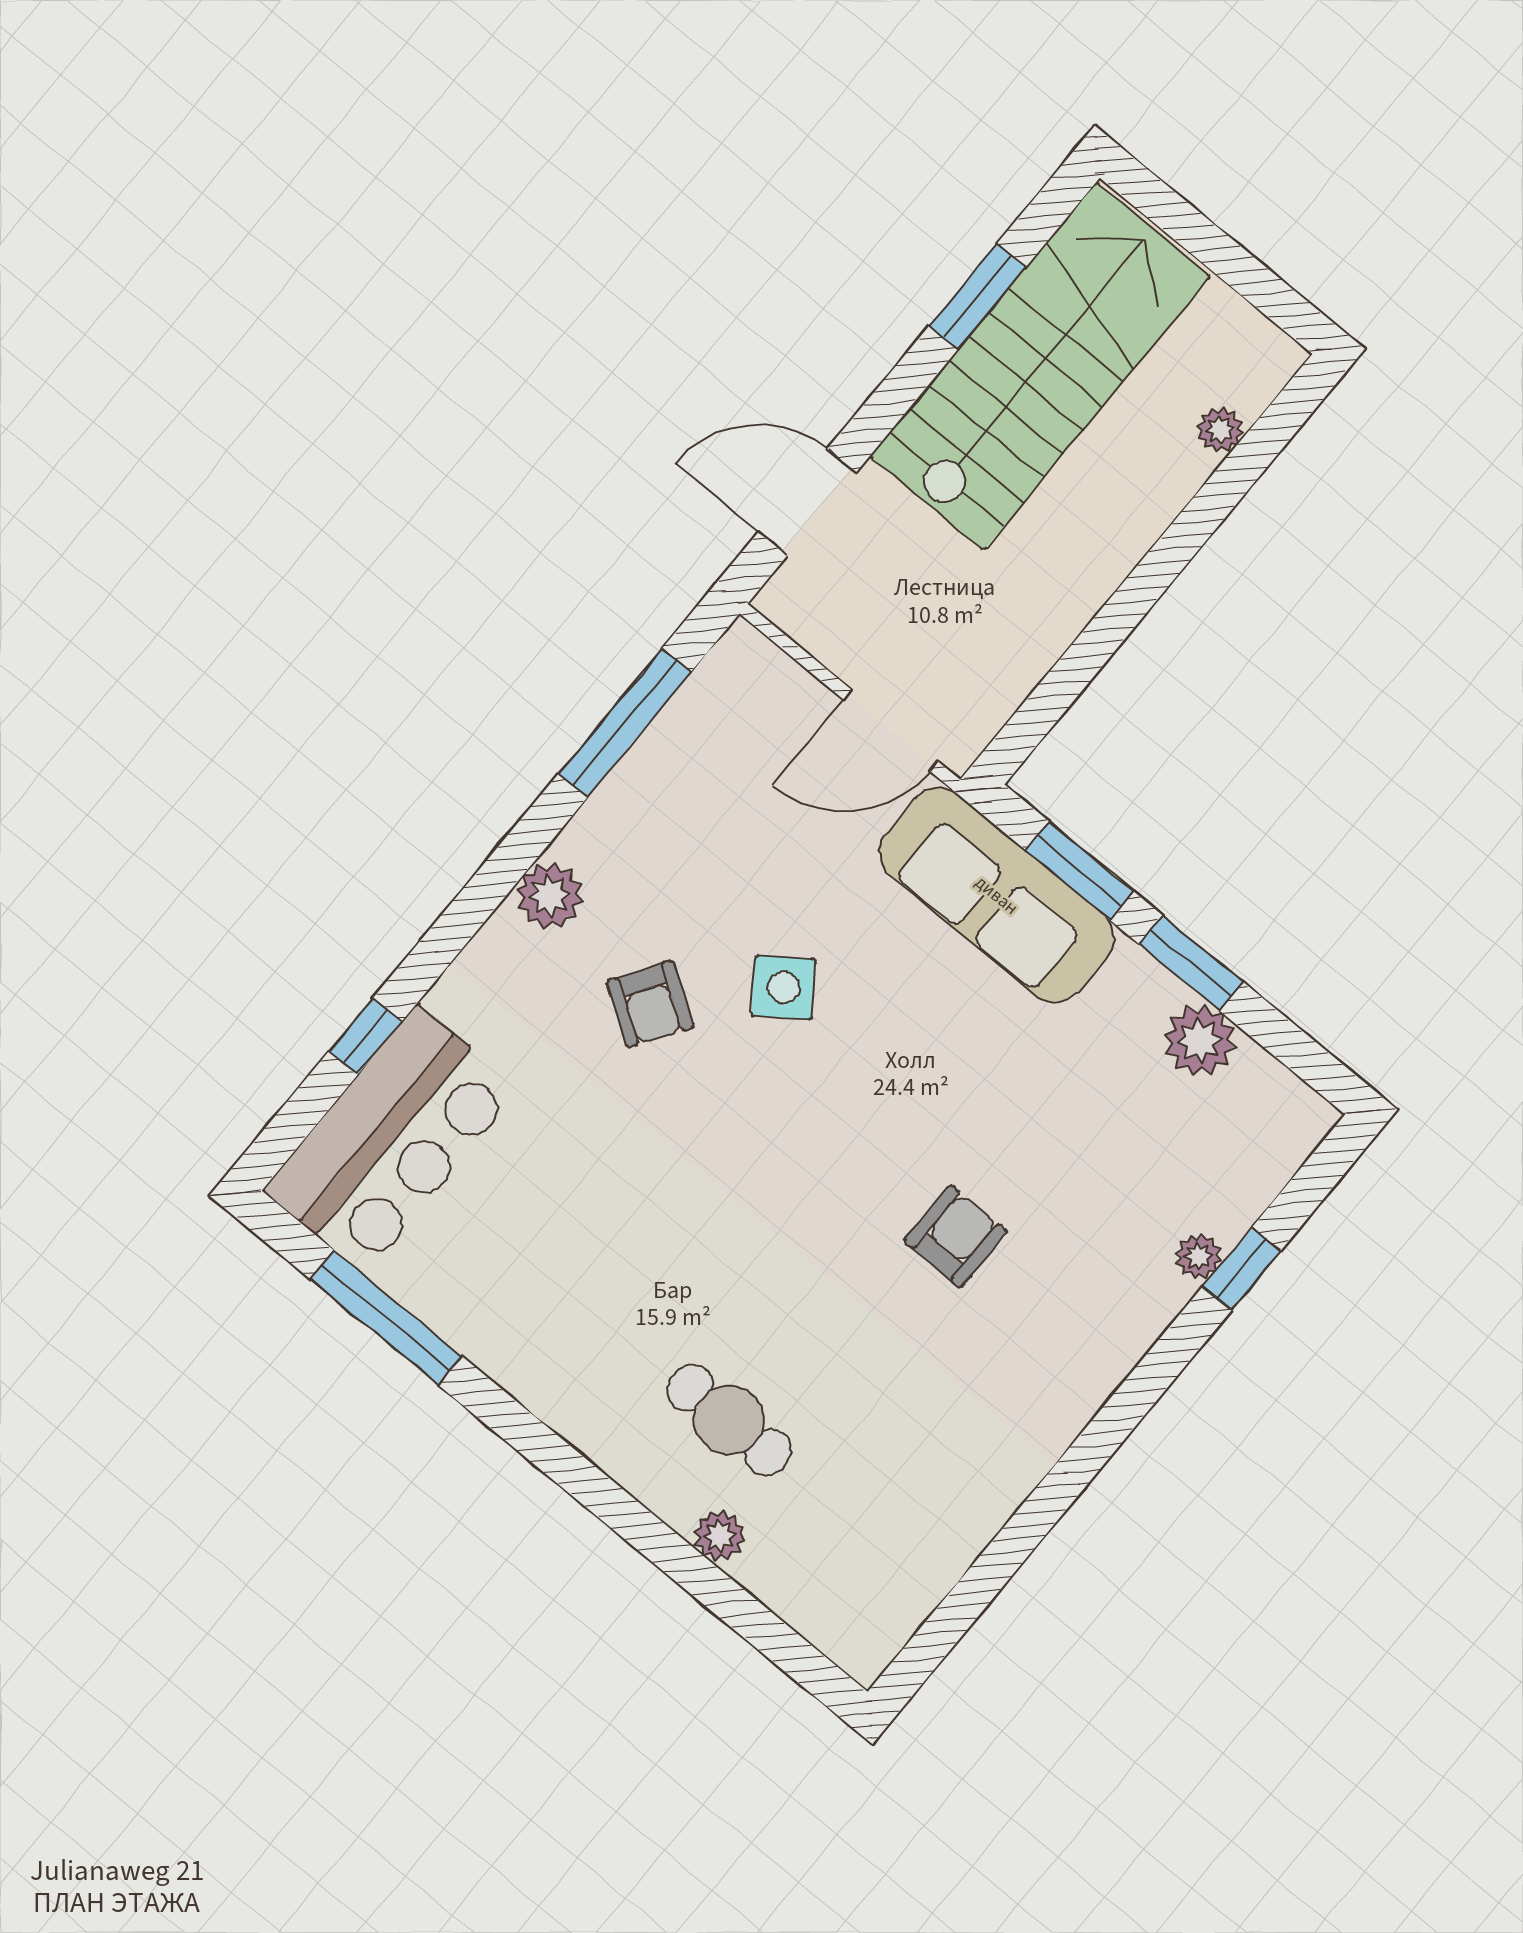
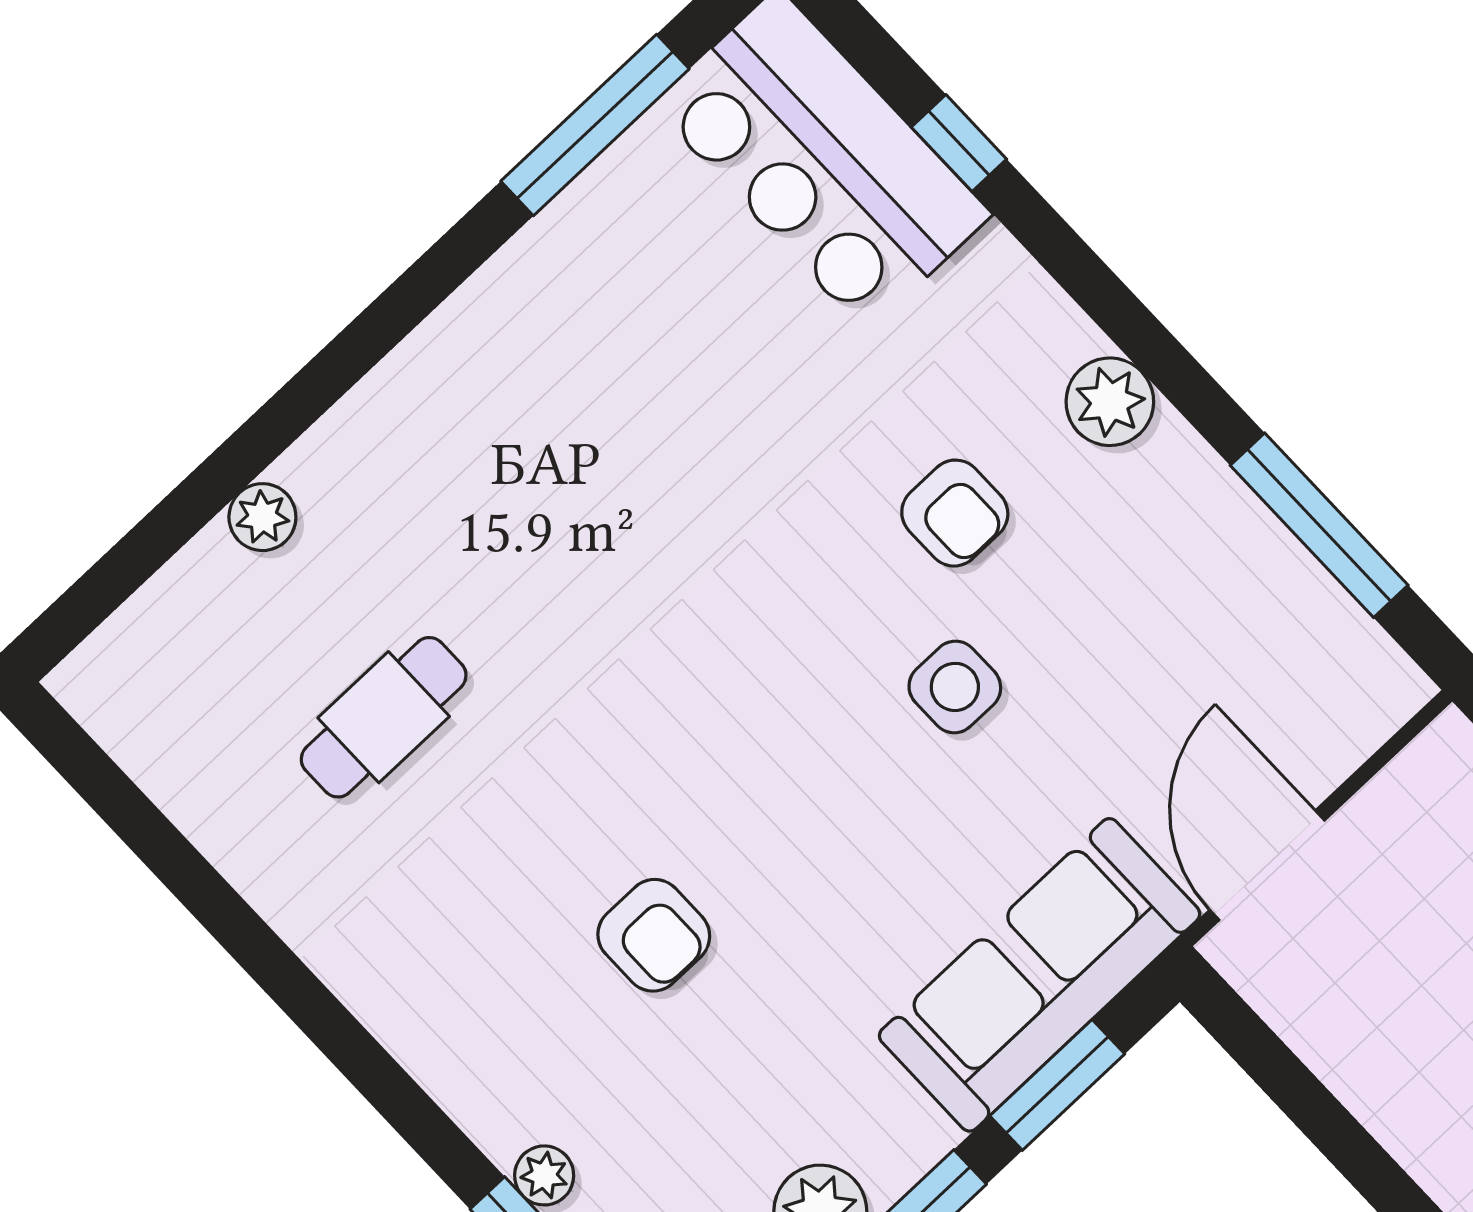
side table: (784, 988) -> (955, 687), turned 36
armchair: (650, 1004) -> (955, 513), turned -123
armchair: (955, 1236) -> (654, 935), moved
cafe table: (729, 1420) -> (384, 717), moved

